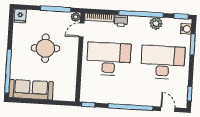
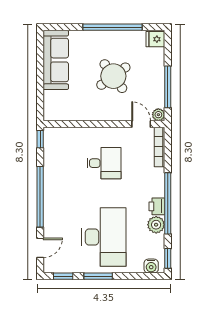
printer: (121, 21) -> (157, 206), moved
window: (193, 44) -> (98, 276), moved
round table: (45, 48) -> (113, 76), turned -34
desk: (109, 59) -> (104, 163), width x0.53, depth x0.77
window: (8, 71) -> (113, 27), moved

